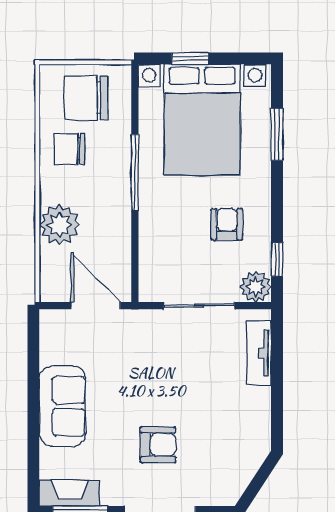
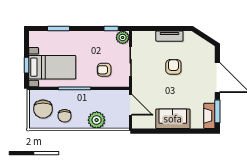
bed with nightstands: (202, 120) -> (52, 67), width x0.73
armchair: (227, 224) -> (104, 70), moved
door: (96, 306) -> (131, 105), swing flipped
tv unit: (259, 353) -> (169, 36), moved
armchair: (158, 445) -> (173, 67), moved

